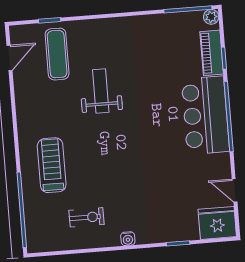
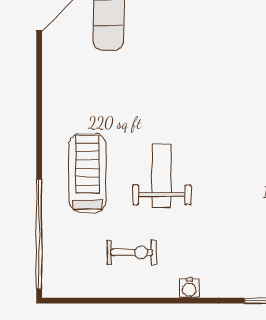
weight bench: (101, 91) -> (162, 176), moved

